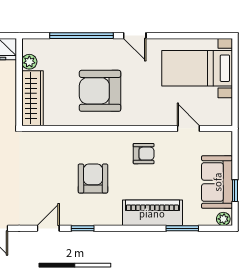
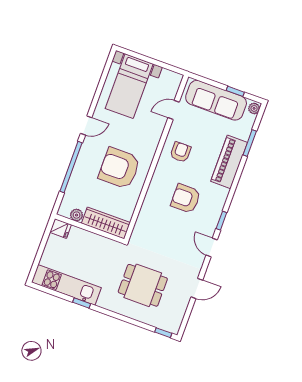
armchair: (100, 91) -> (119, 168), turned 90
sofa: (217, 182) -> (216, 100), width x1.36

